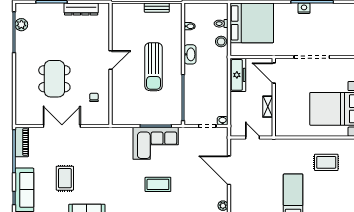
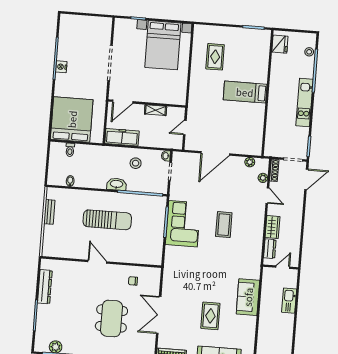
stool: (221, 42) -> (136, 163), moved
washbasin: (190, 54) -> (117, 184), moved
dining table: (54, 79) -> (111, 318), turned 90
rug: (65, 178) -> (210, 316), turned 90

